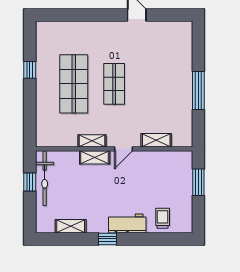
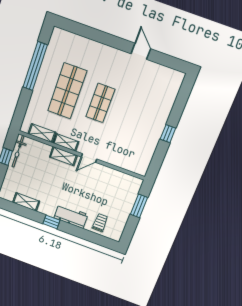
window: (30, 70) -> (35, 66), width x3.17
window: (198, 90) -> (168, 134), width x0.46
shelving: (156, 140) -> (42, 133), moved
bicycle: (45, 178) -> (18, 151), width x0.73, depth x0.71

